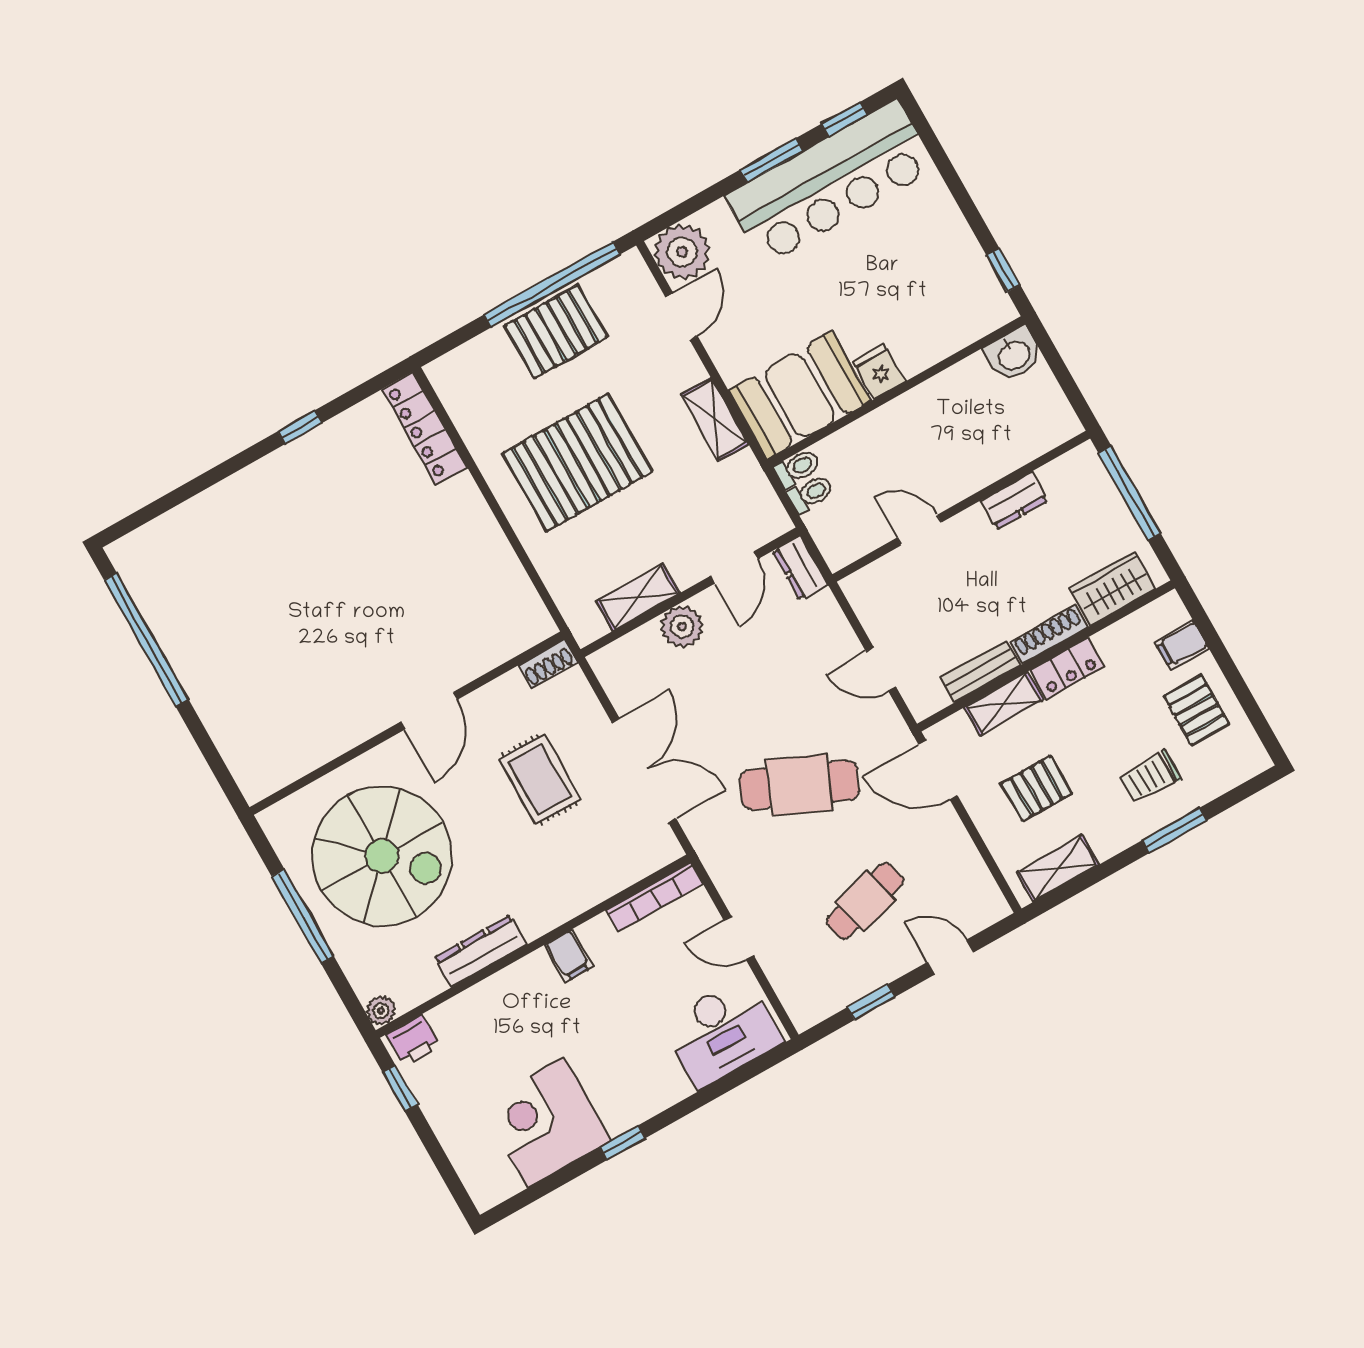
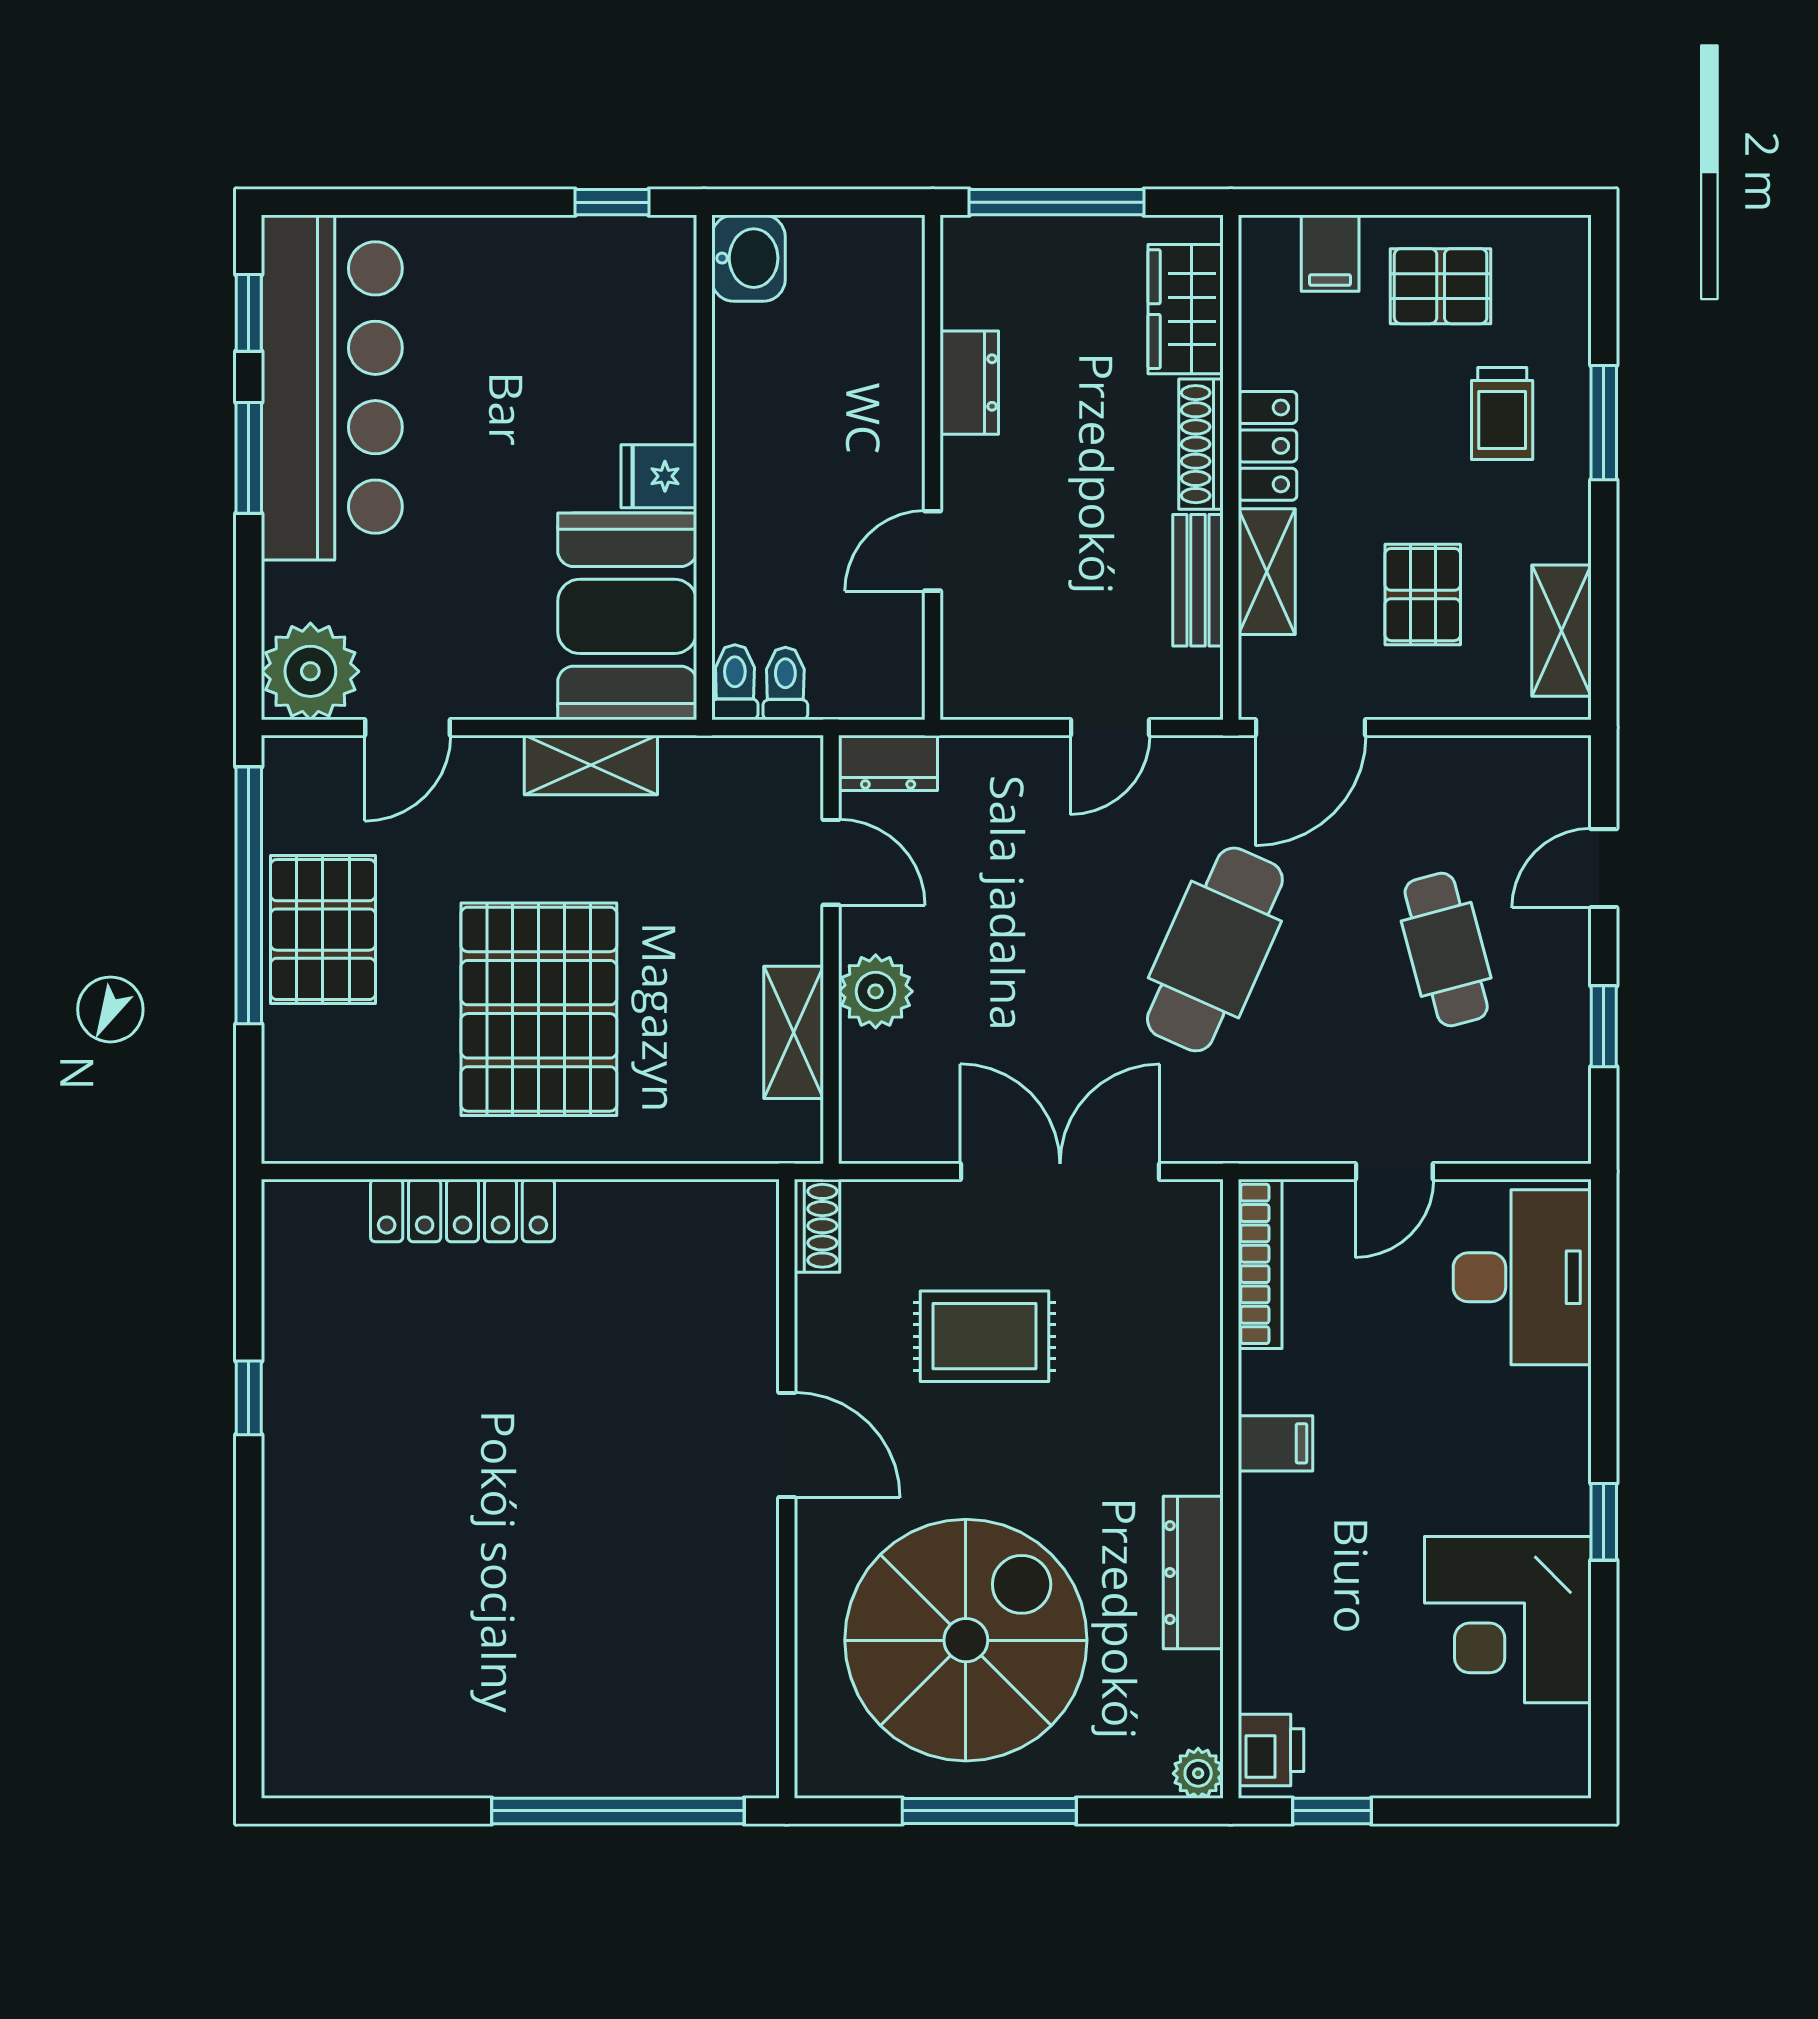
door: (681, 317) -> (408, 727), swing flipped
locker: (424, 428) -> (463, 1211), moved
window: (146, 640) -> (618, 1811), moved

